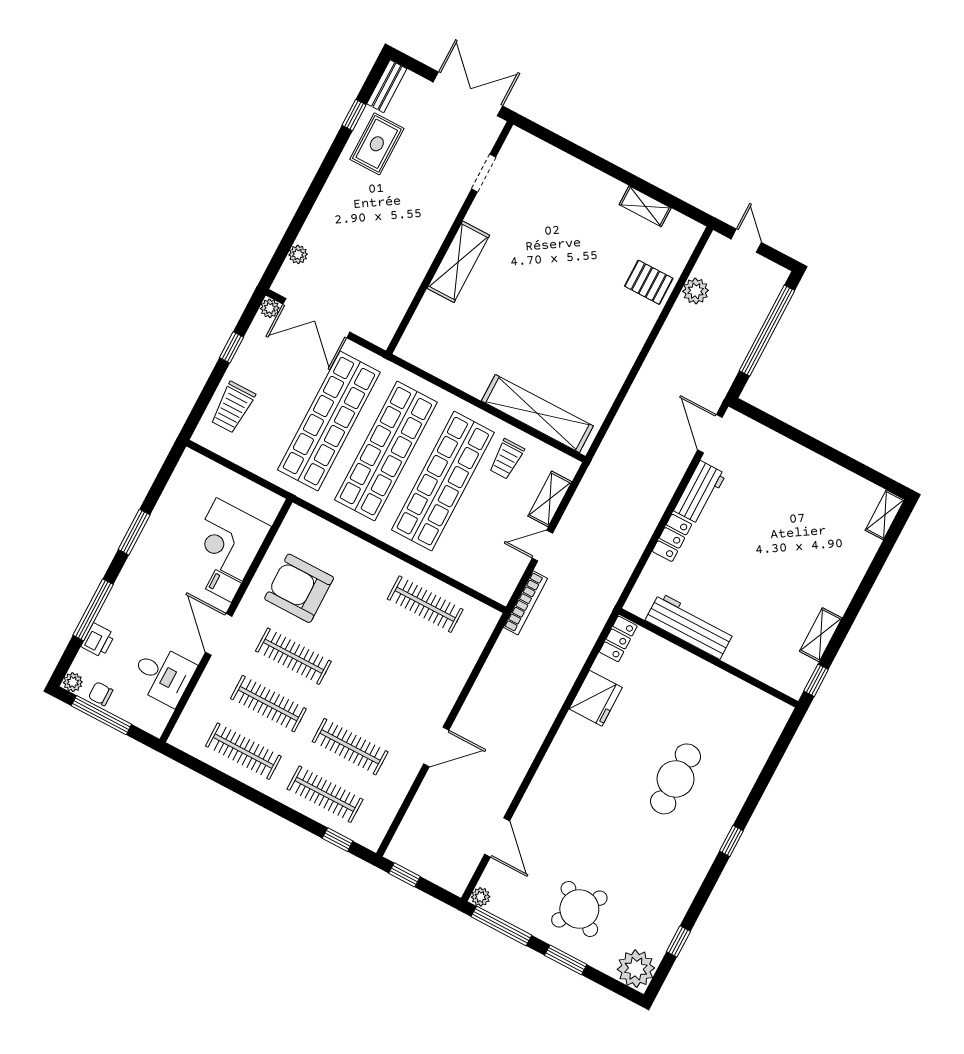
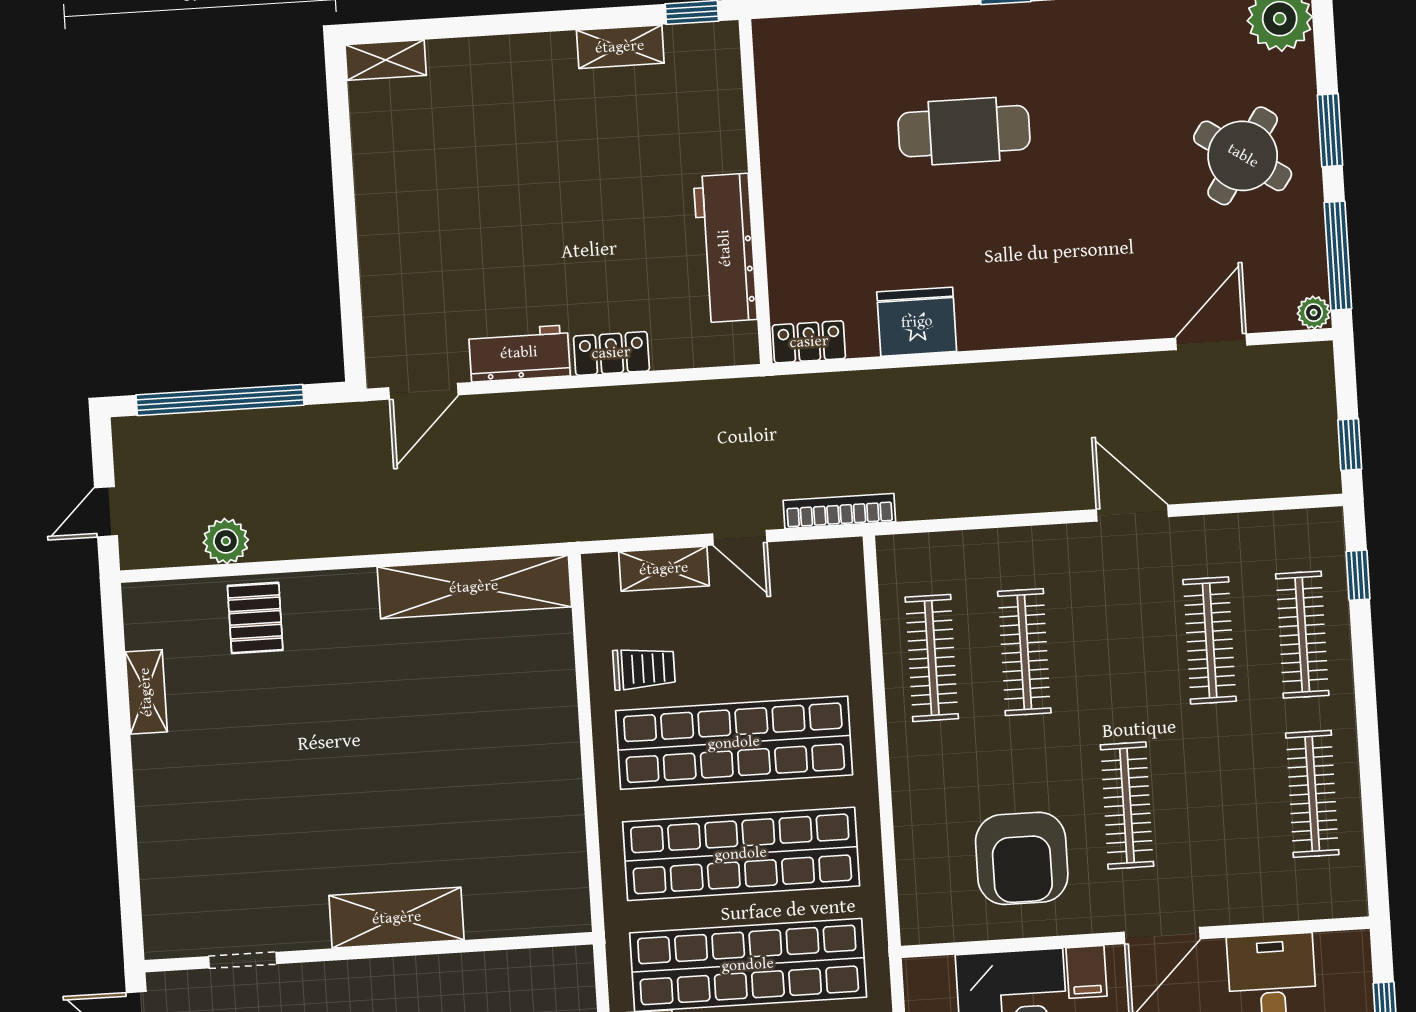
shelving: (537, 413) -> (474, 587), moved, turned 90
clothes rail: (268, 704) -> (1024, 652), moved

